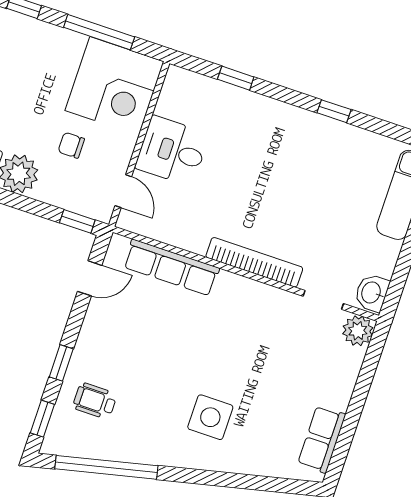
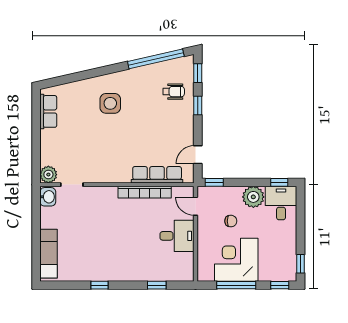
corner desk: (115, 86) -> (236, 260), moved
bookcase: (254, 262) -> (145, 192), moved

